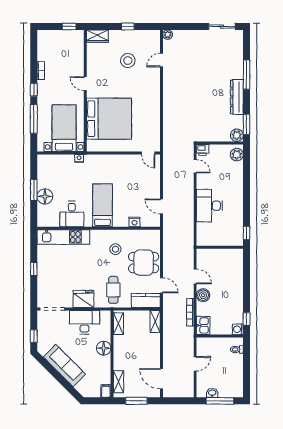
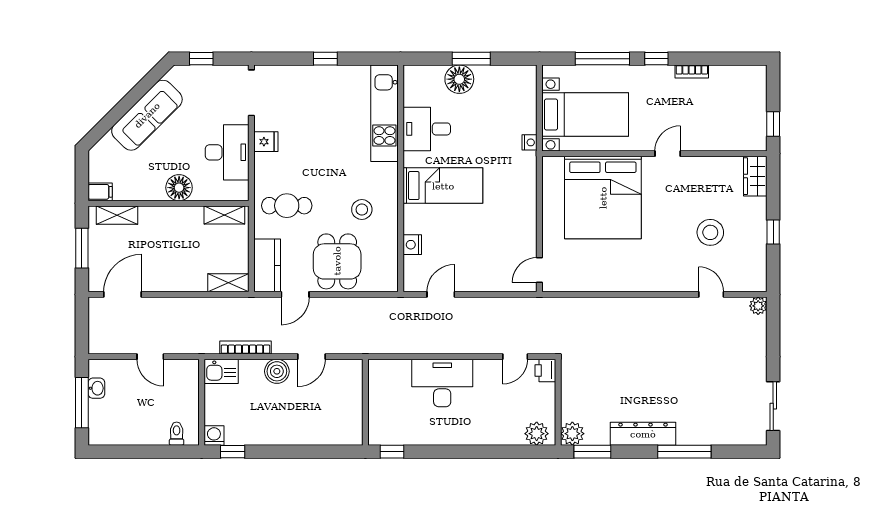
fridge: (84, 299) -> (266, 142), width x0.53, depth x0.75

